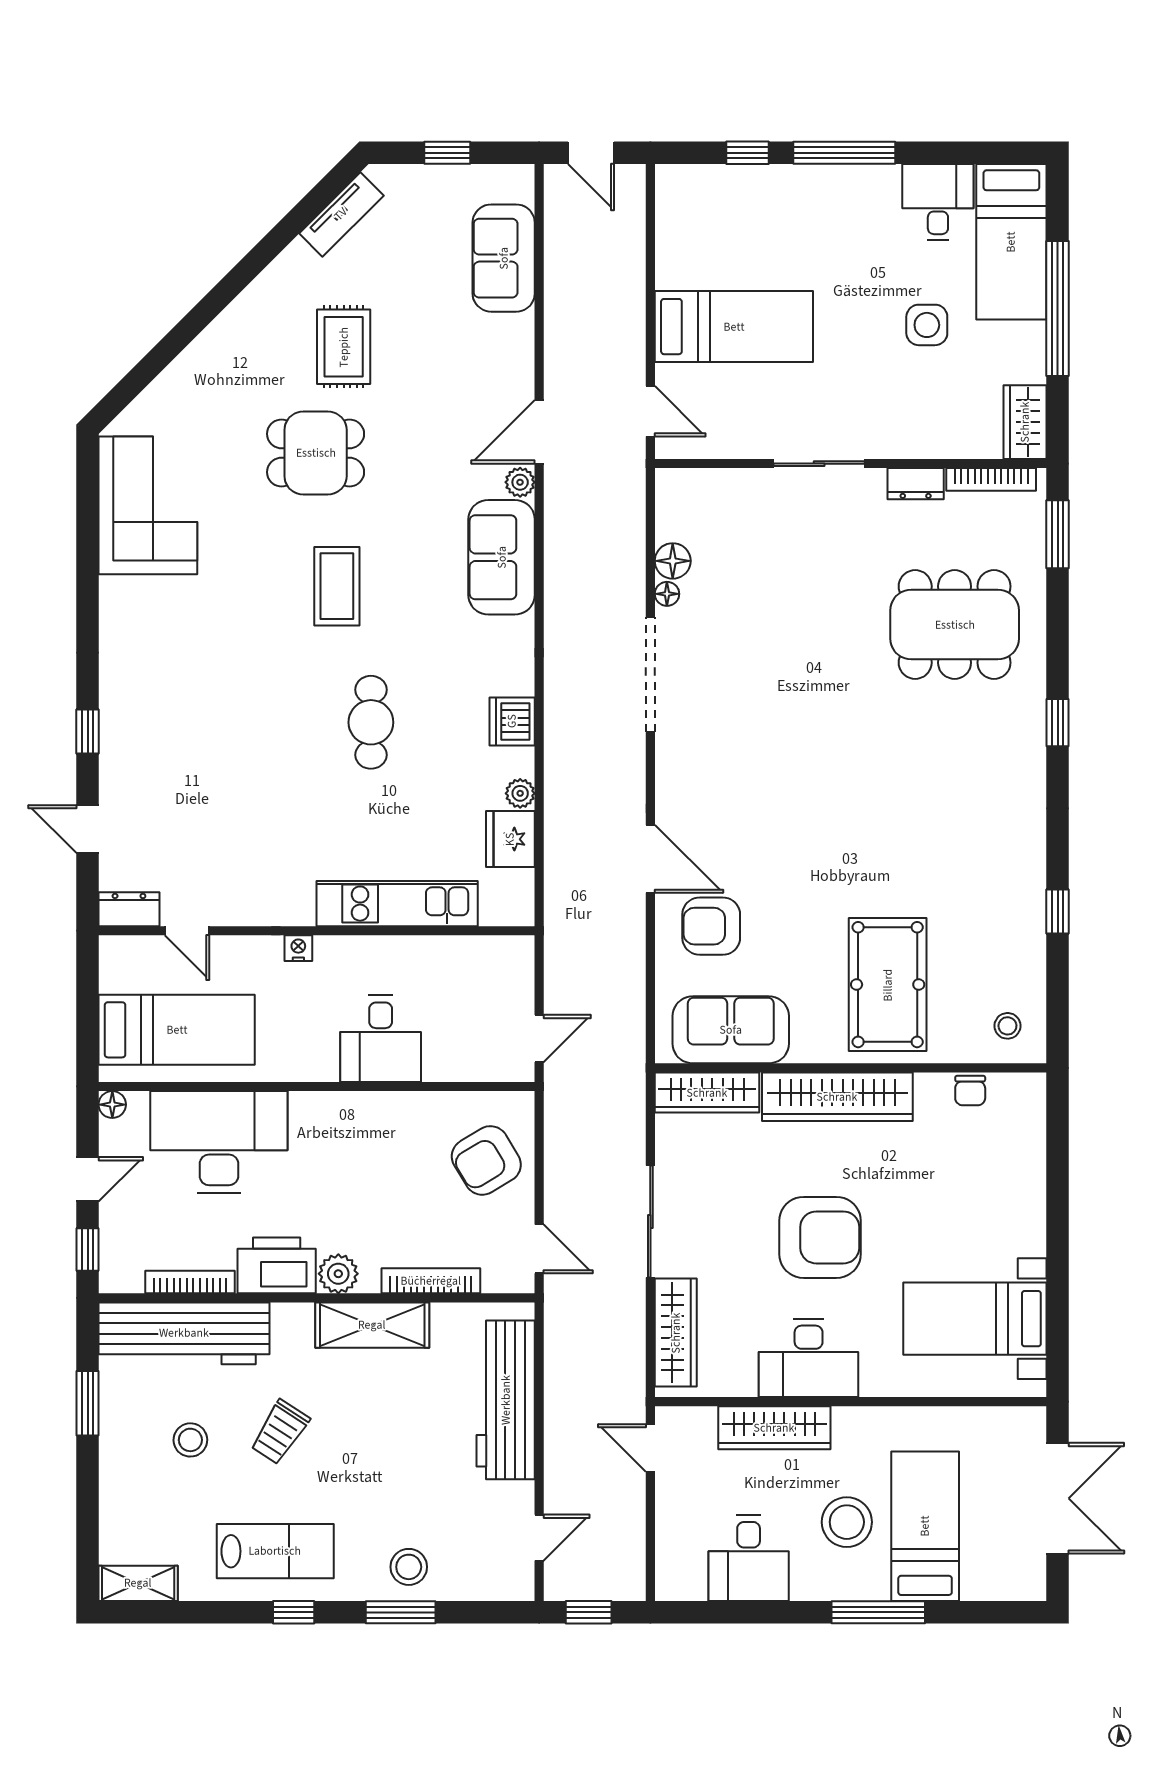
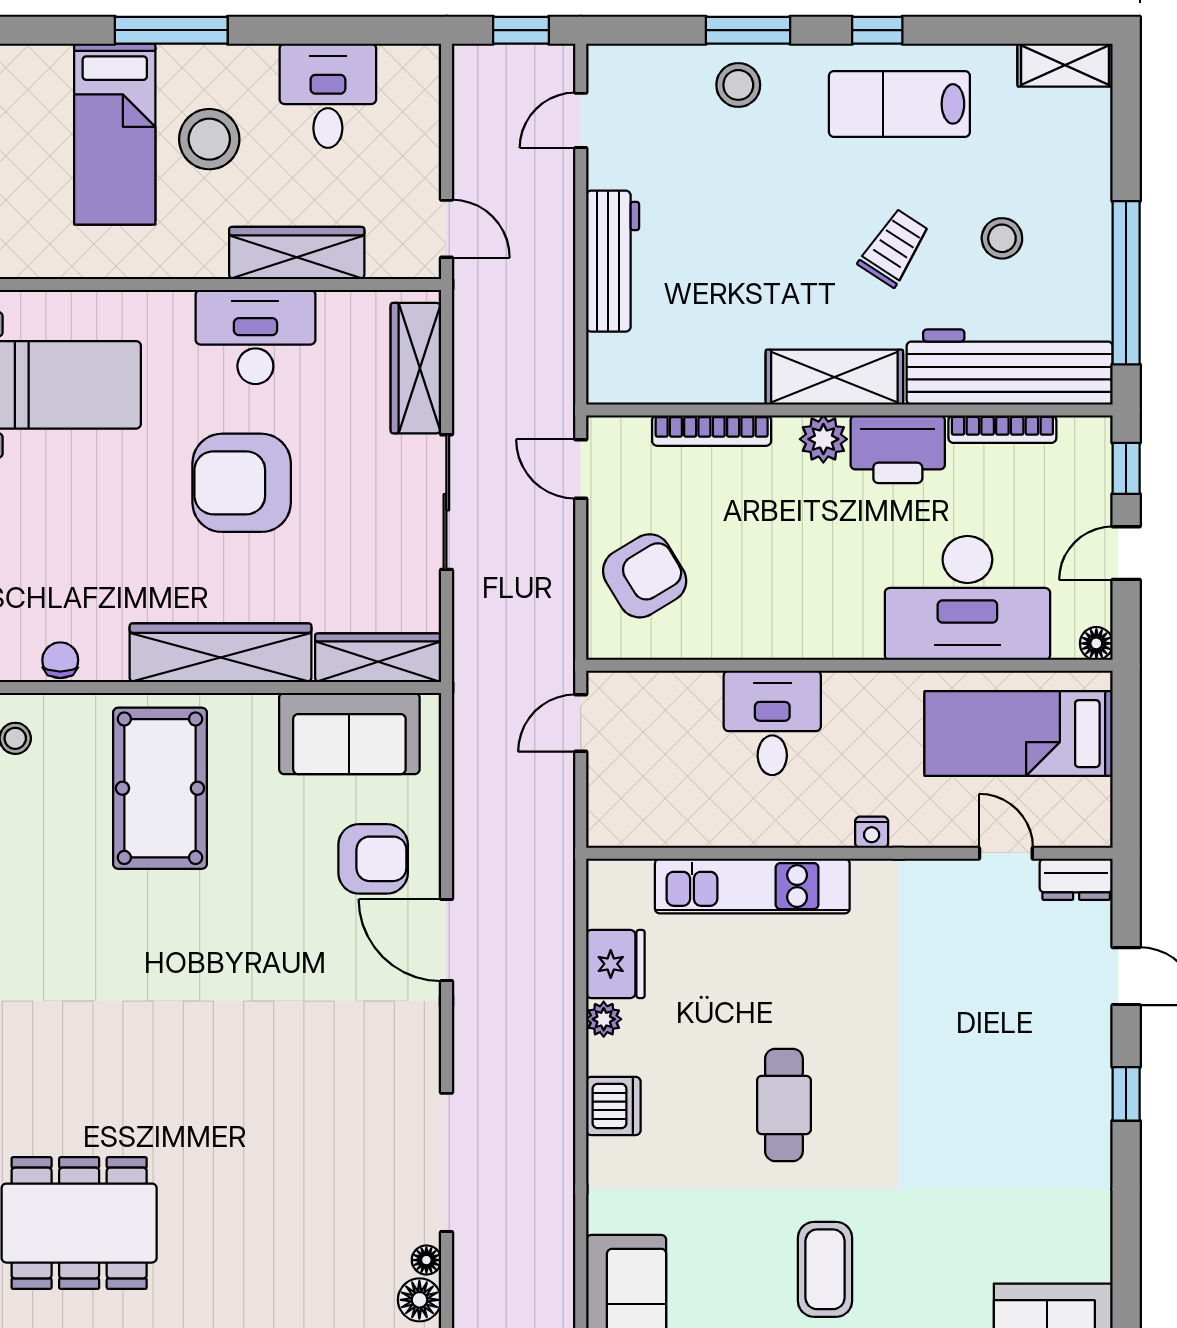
shelving: (372, 1325) -> (834, 377), moved
workbench: (506, 1400) -> (613, 261), width x0.73, depth x0.76
window: (88, 1403) -> (1126, 283), width x2.11

